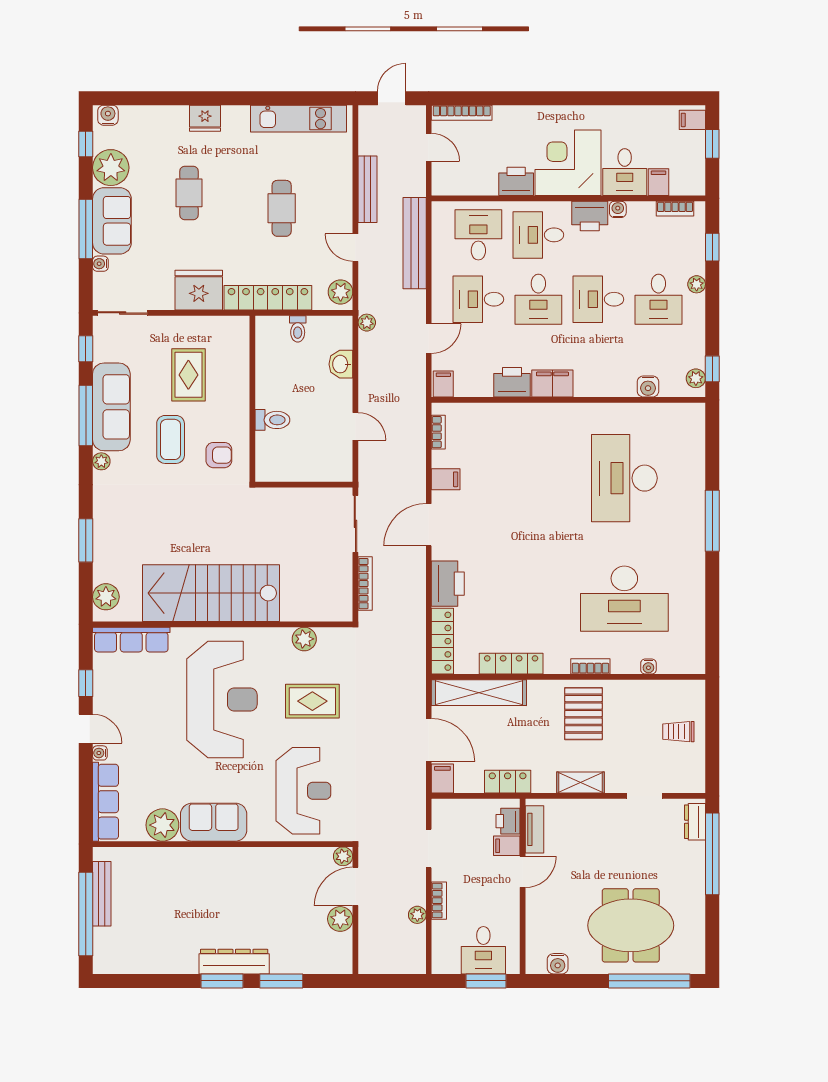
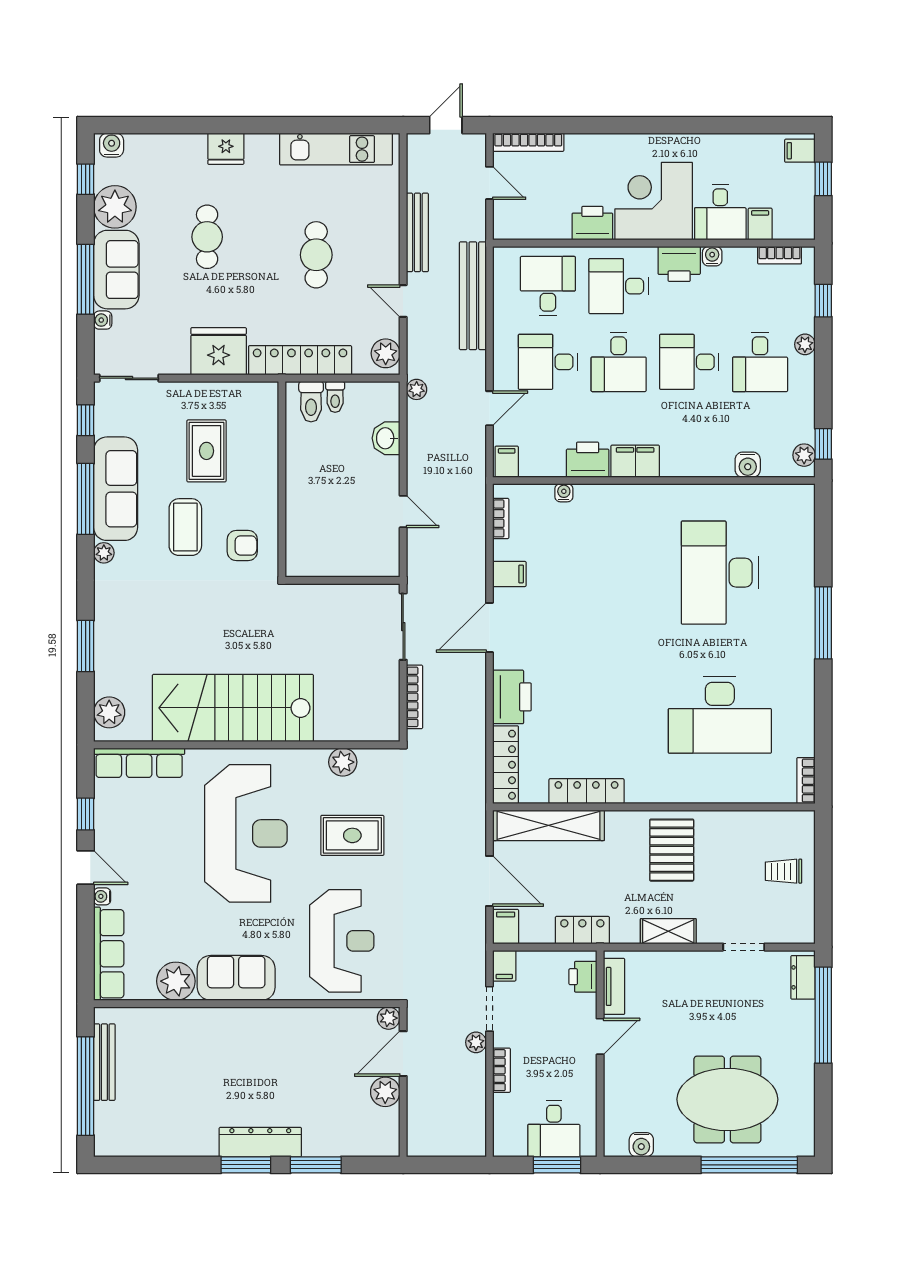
toilet: (272, 420) -> (311, 402), moved, turned 90
bookcase: (590, 666) -> (806, 781), moved, turned -90
water cooler: (648, 667) -> (564, 493), moved, turned 180
filing cabinet: (507, 846) -> (504, 966), moved, turned -90
plant: (417, 915) -> (476, 1042), moved

